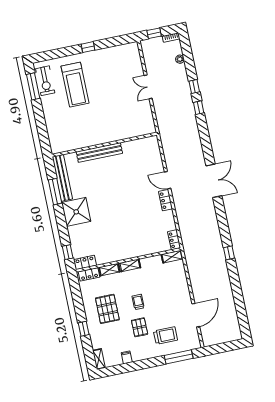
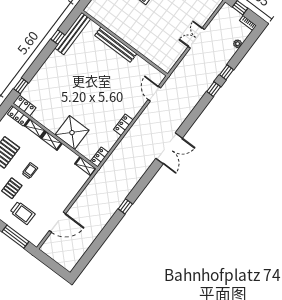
door: (168, 180) -> (154, 94), moved
window: (55, 192) -> (58, 37), width x0.46
shower: (76, 212) -> (72, 133), moved

